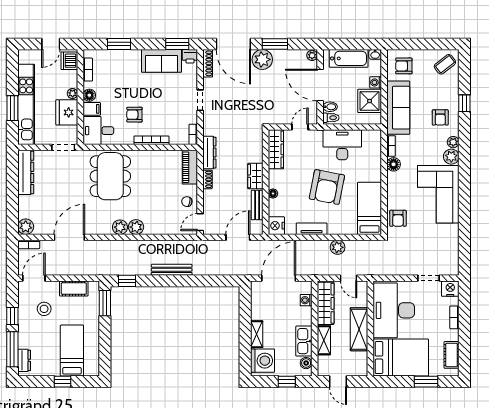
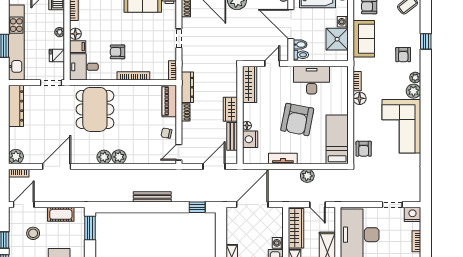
sofa: (398, 108) -> (364, 39), width x0.73
fridge: (67, 112) -> (57, 55), width x0.53, depth x0.75
nightstand: (276, 226) -> (250, 139), moved
window: (127, 281) -> (197, 207), moved
washing machine: (306, 300) -> (278, 243), moved

